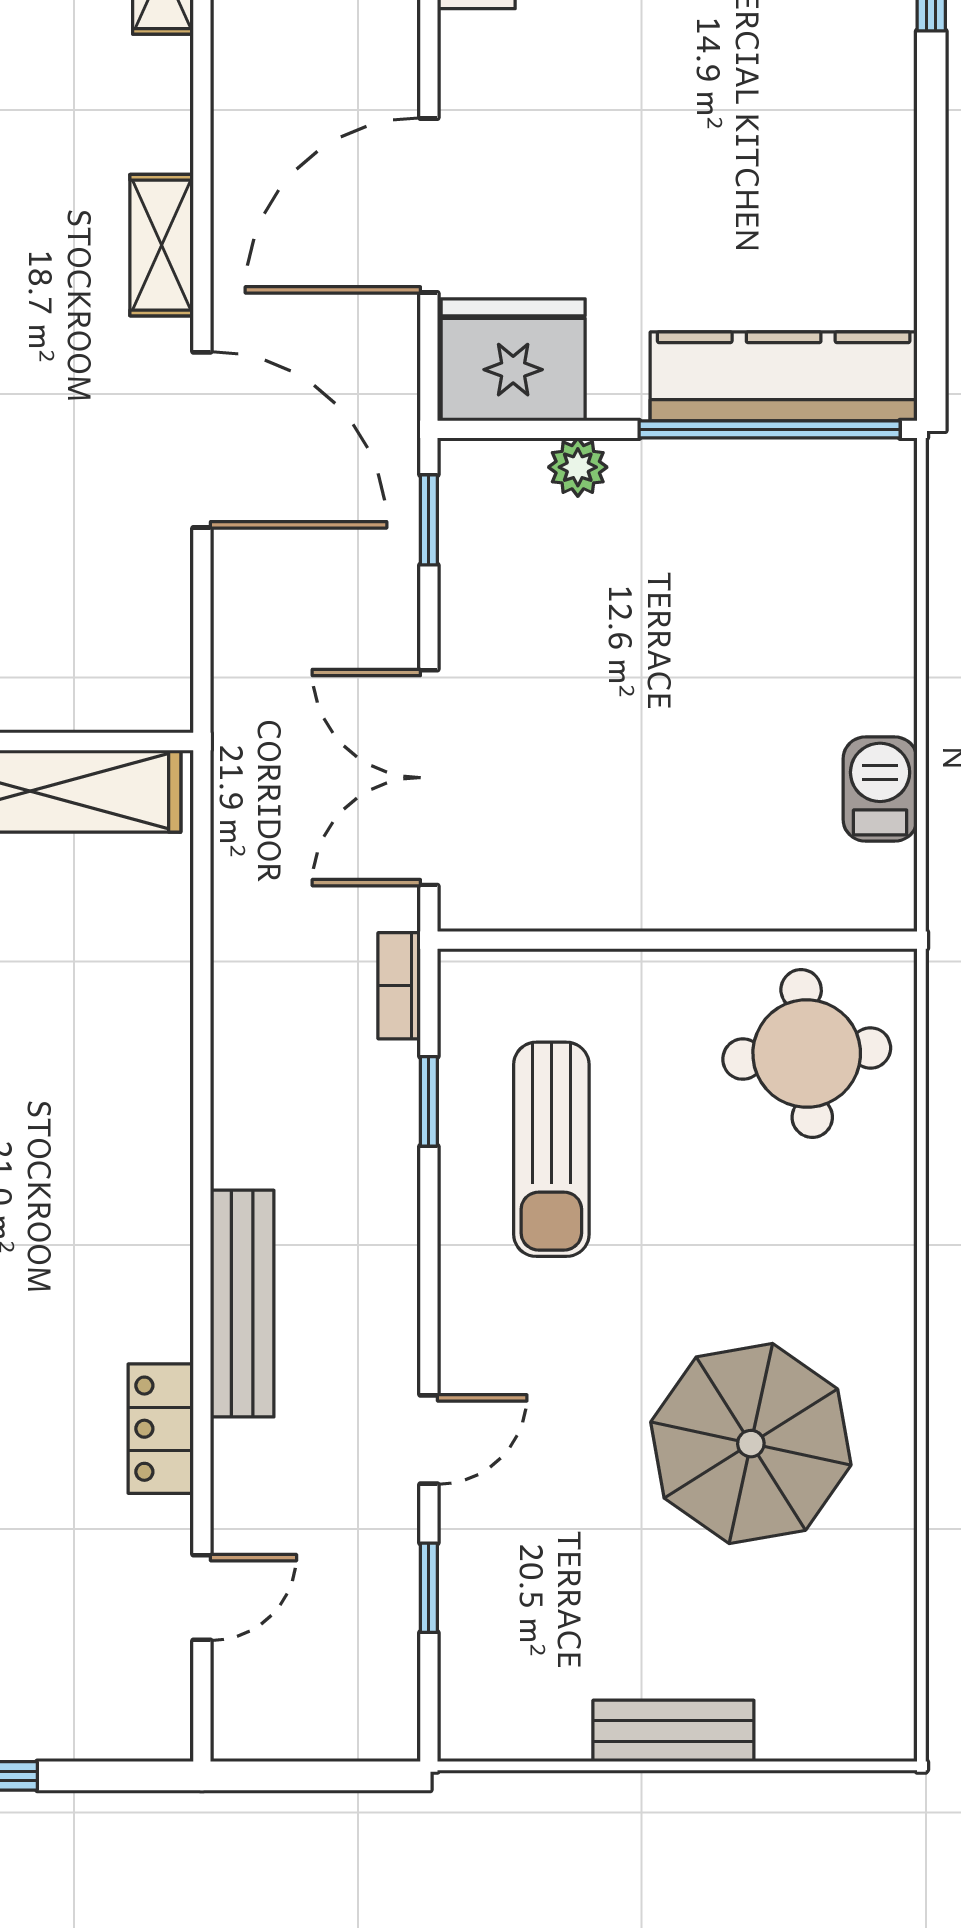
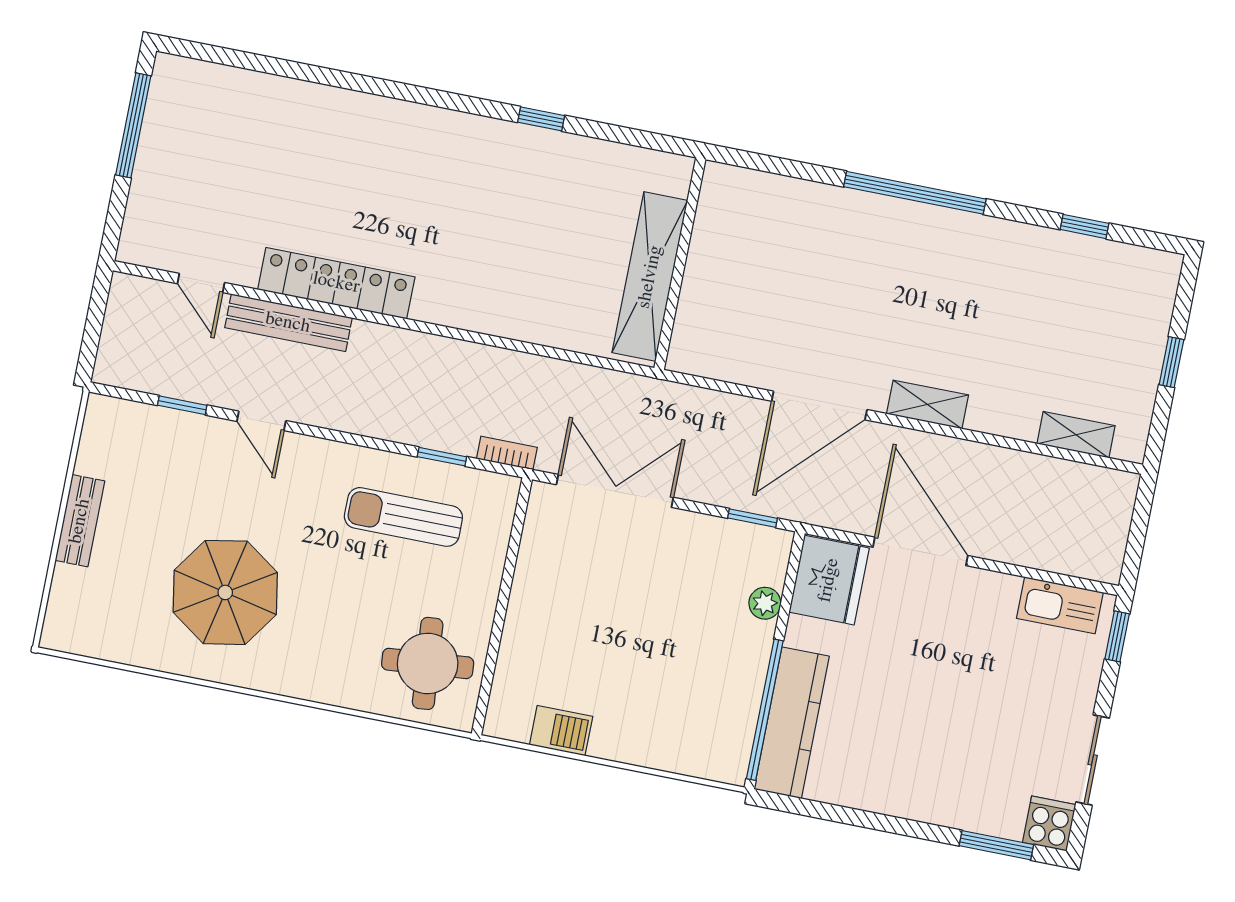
bench: (242, 1304) -> (288, 323), moved
locker: (161, 1429) -> (336, 283), width x2.16, depth x1.21

